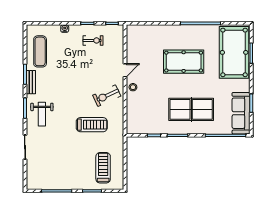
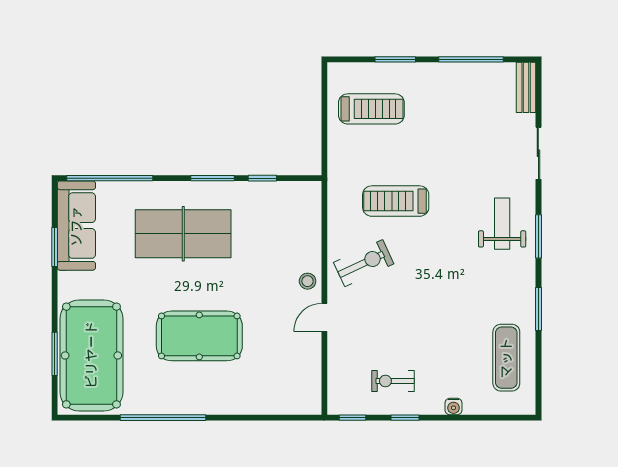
bench: (31, 82) -> (526, 87), moved
treadmill: (103, 168) -> (371, 109), turned -90

